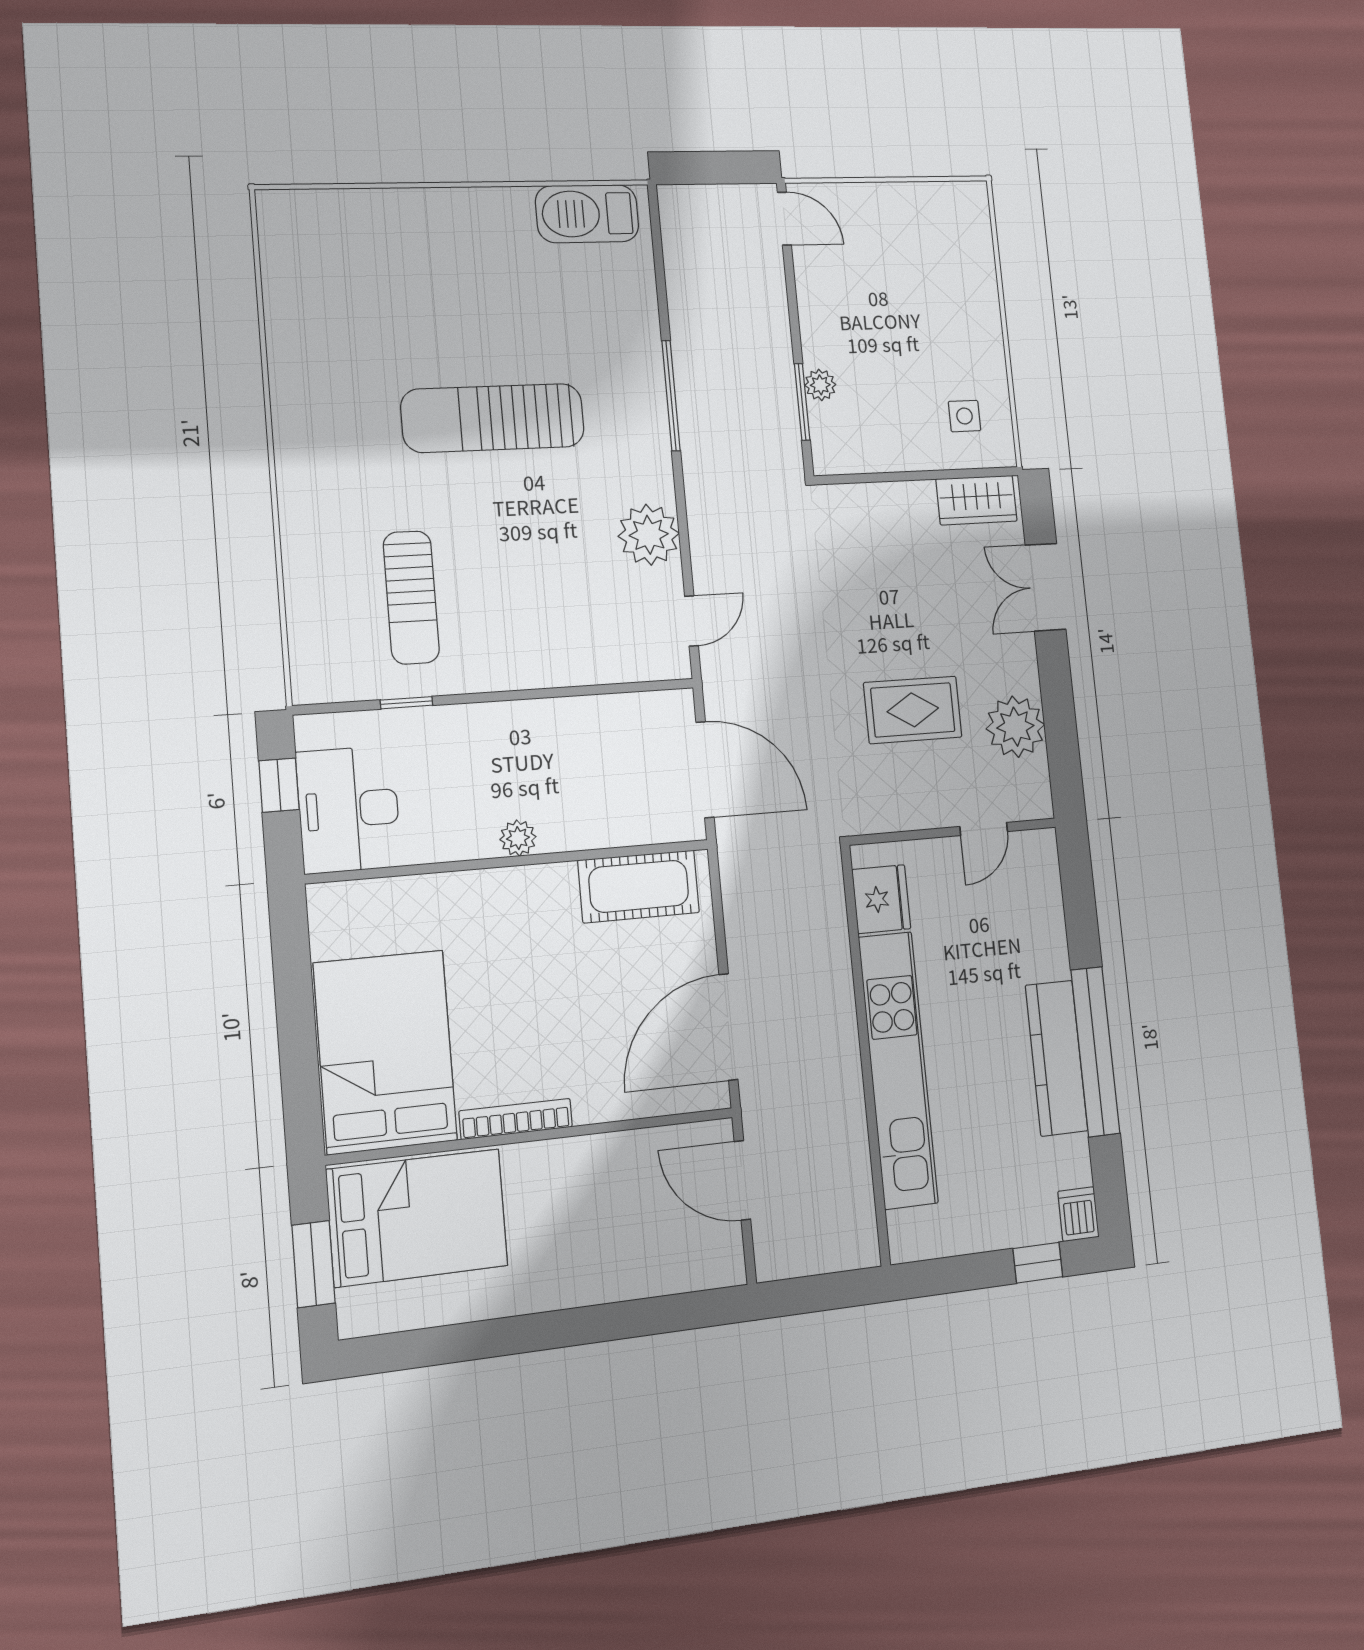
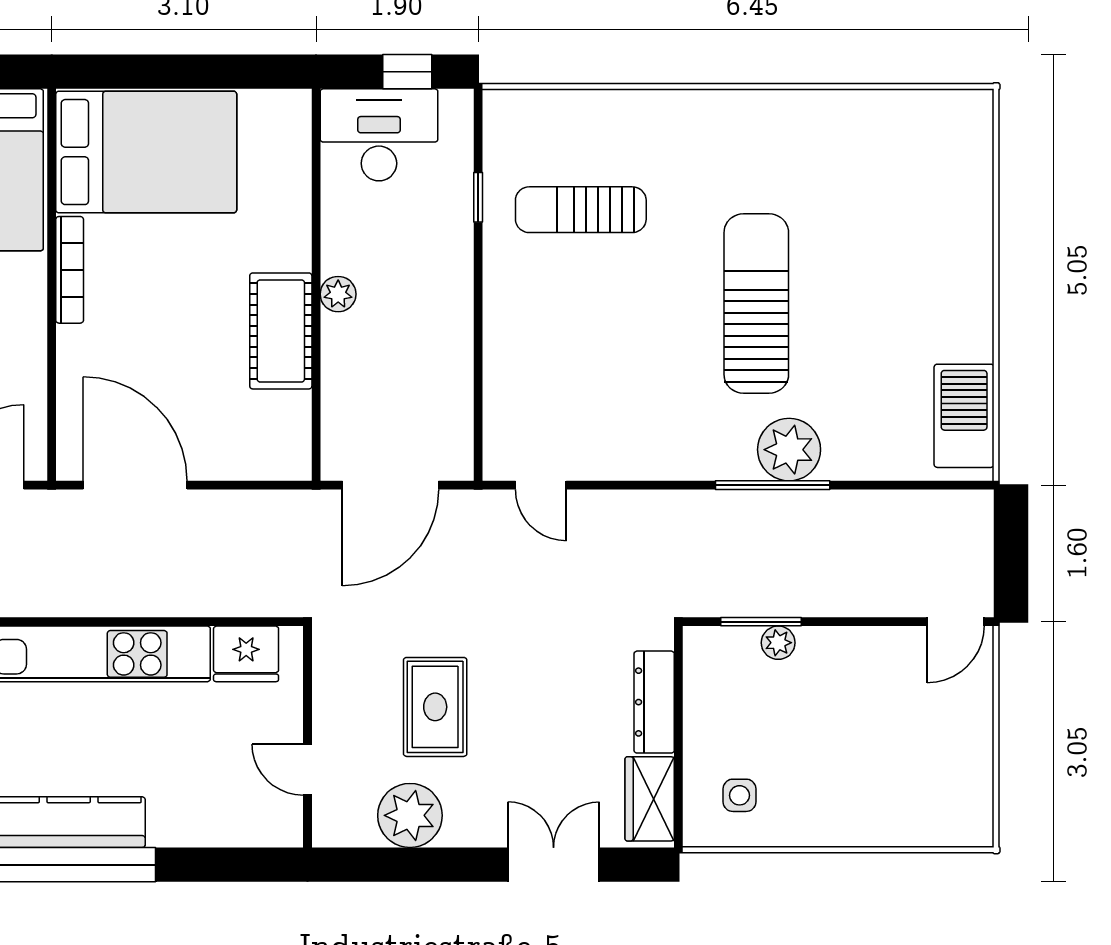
dresser: (887, 500) -> (654, 702), added
plant: (649, 535) -> (789, 450), moved
cot: (639, 886) -> (281, 331), moved

